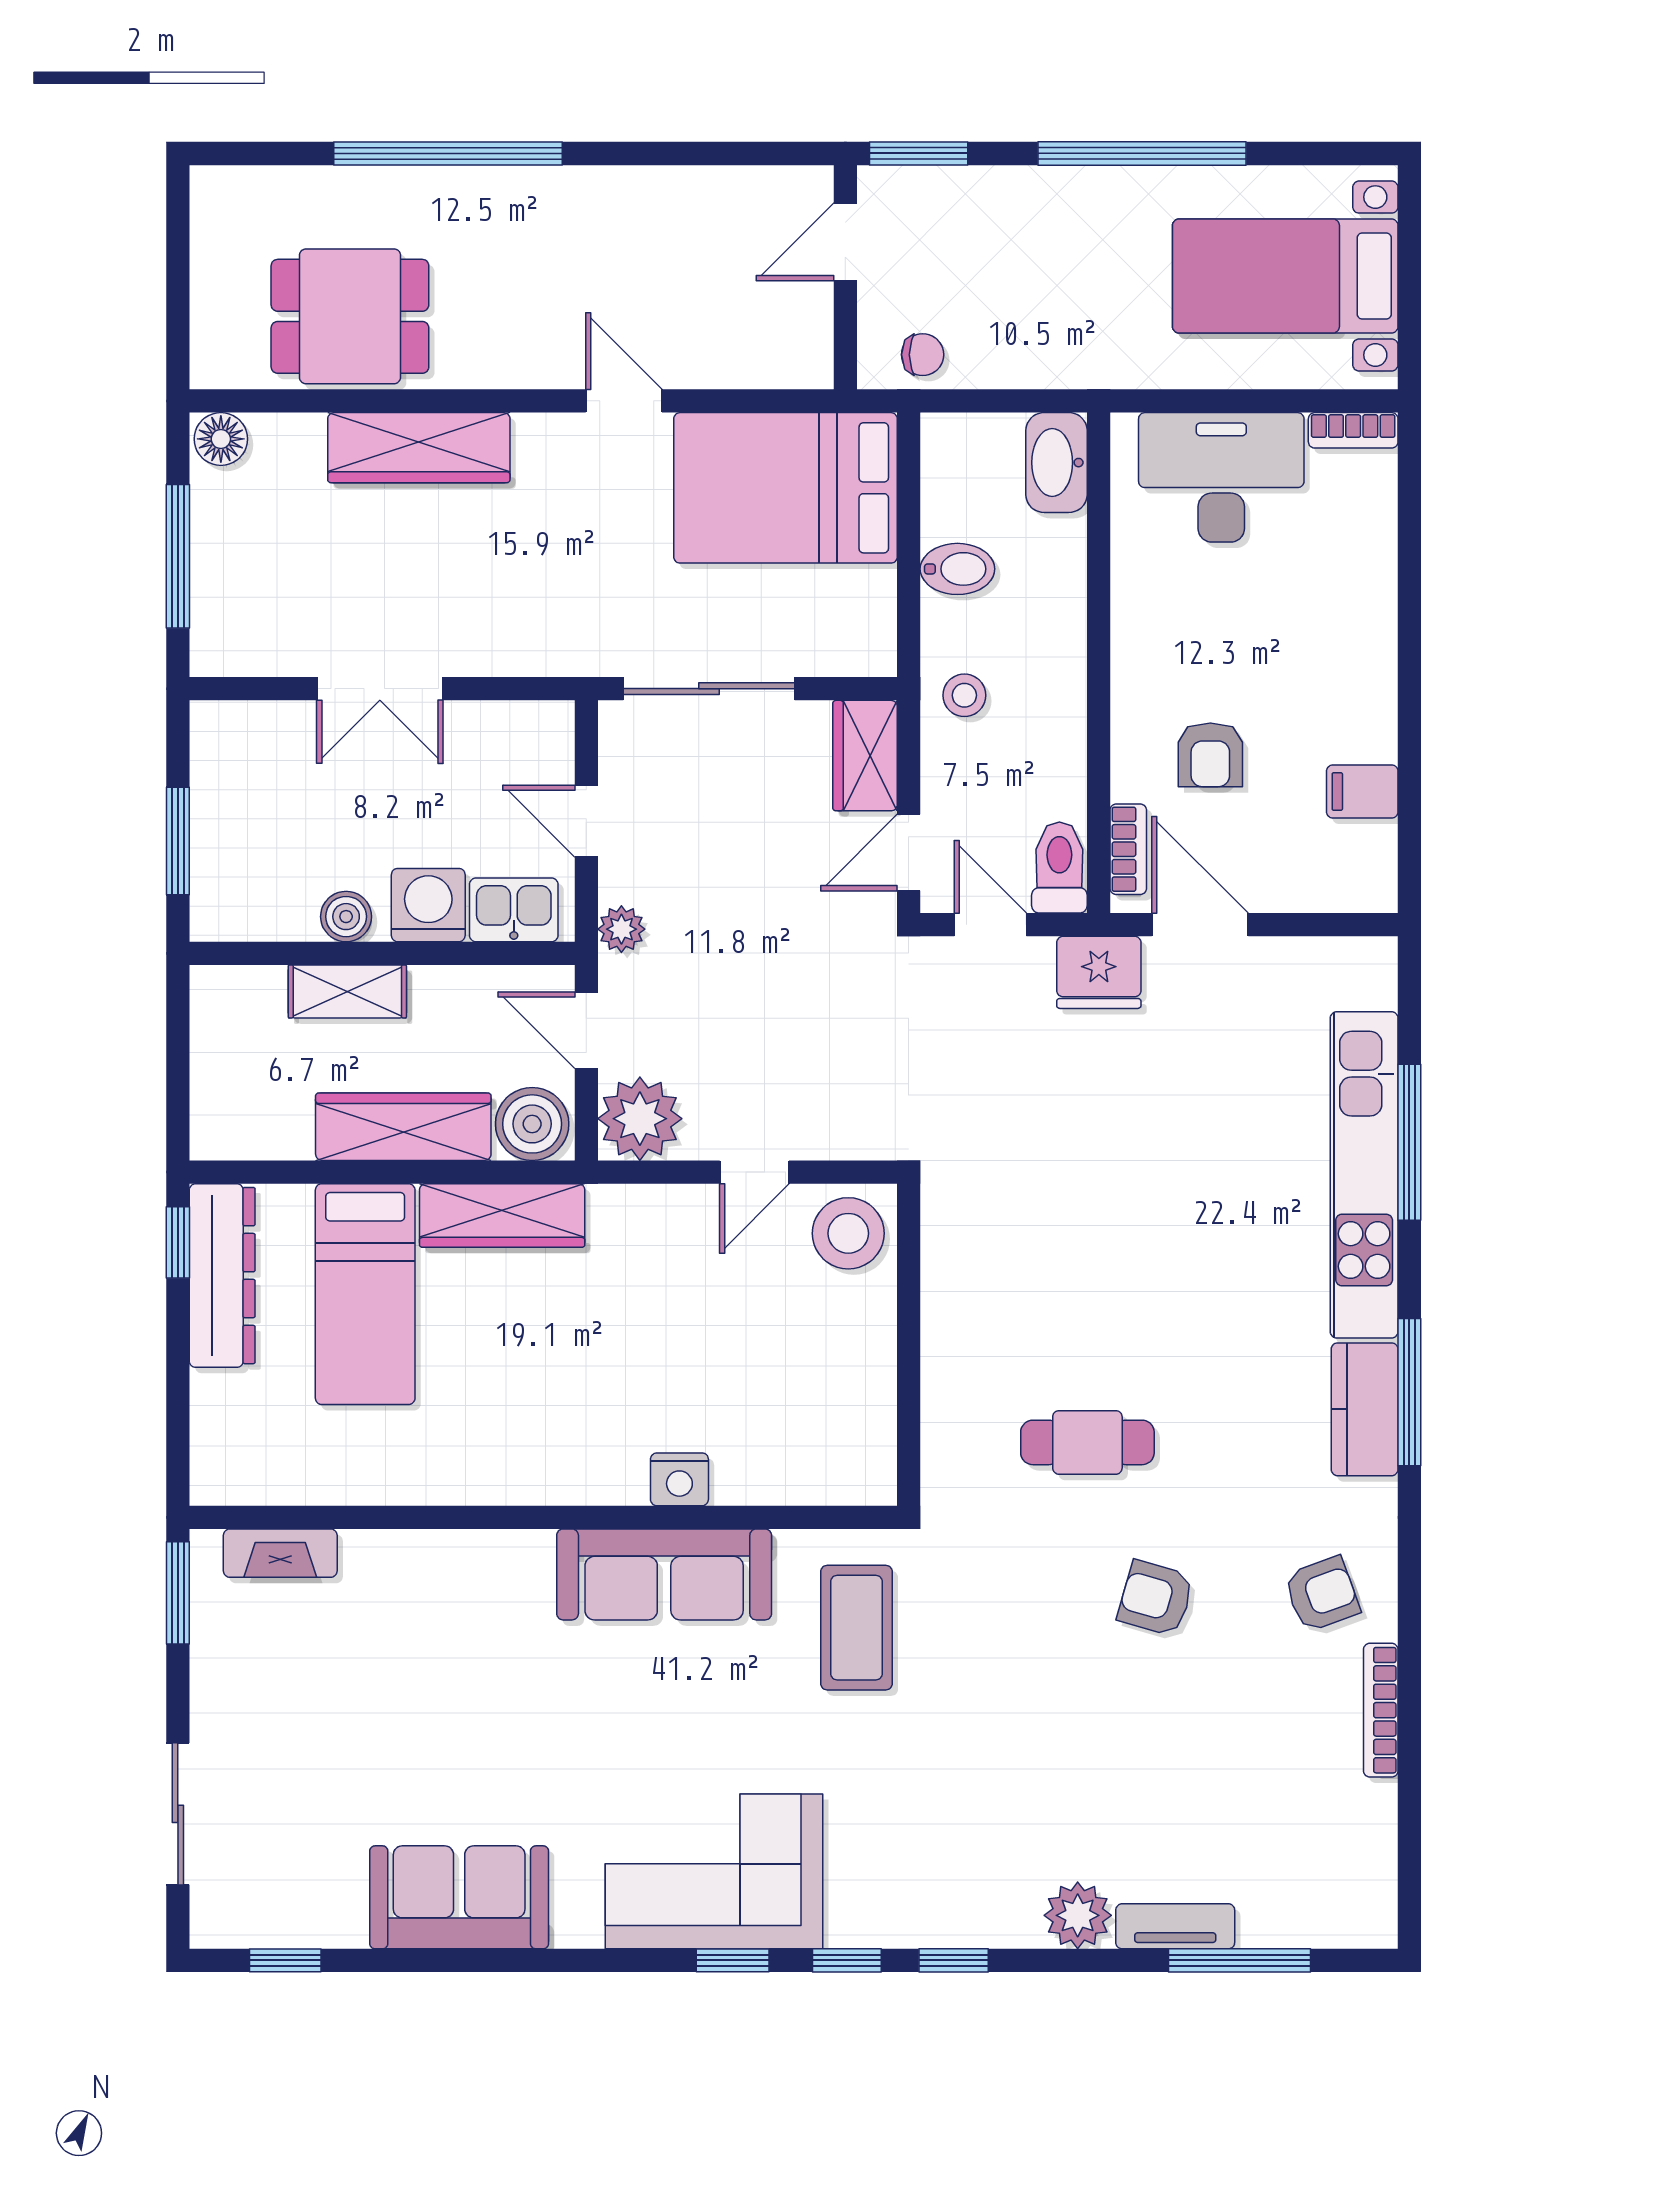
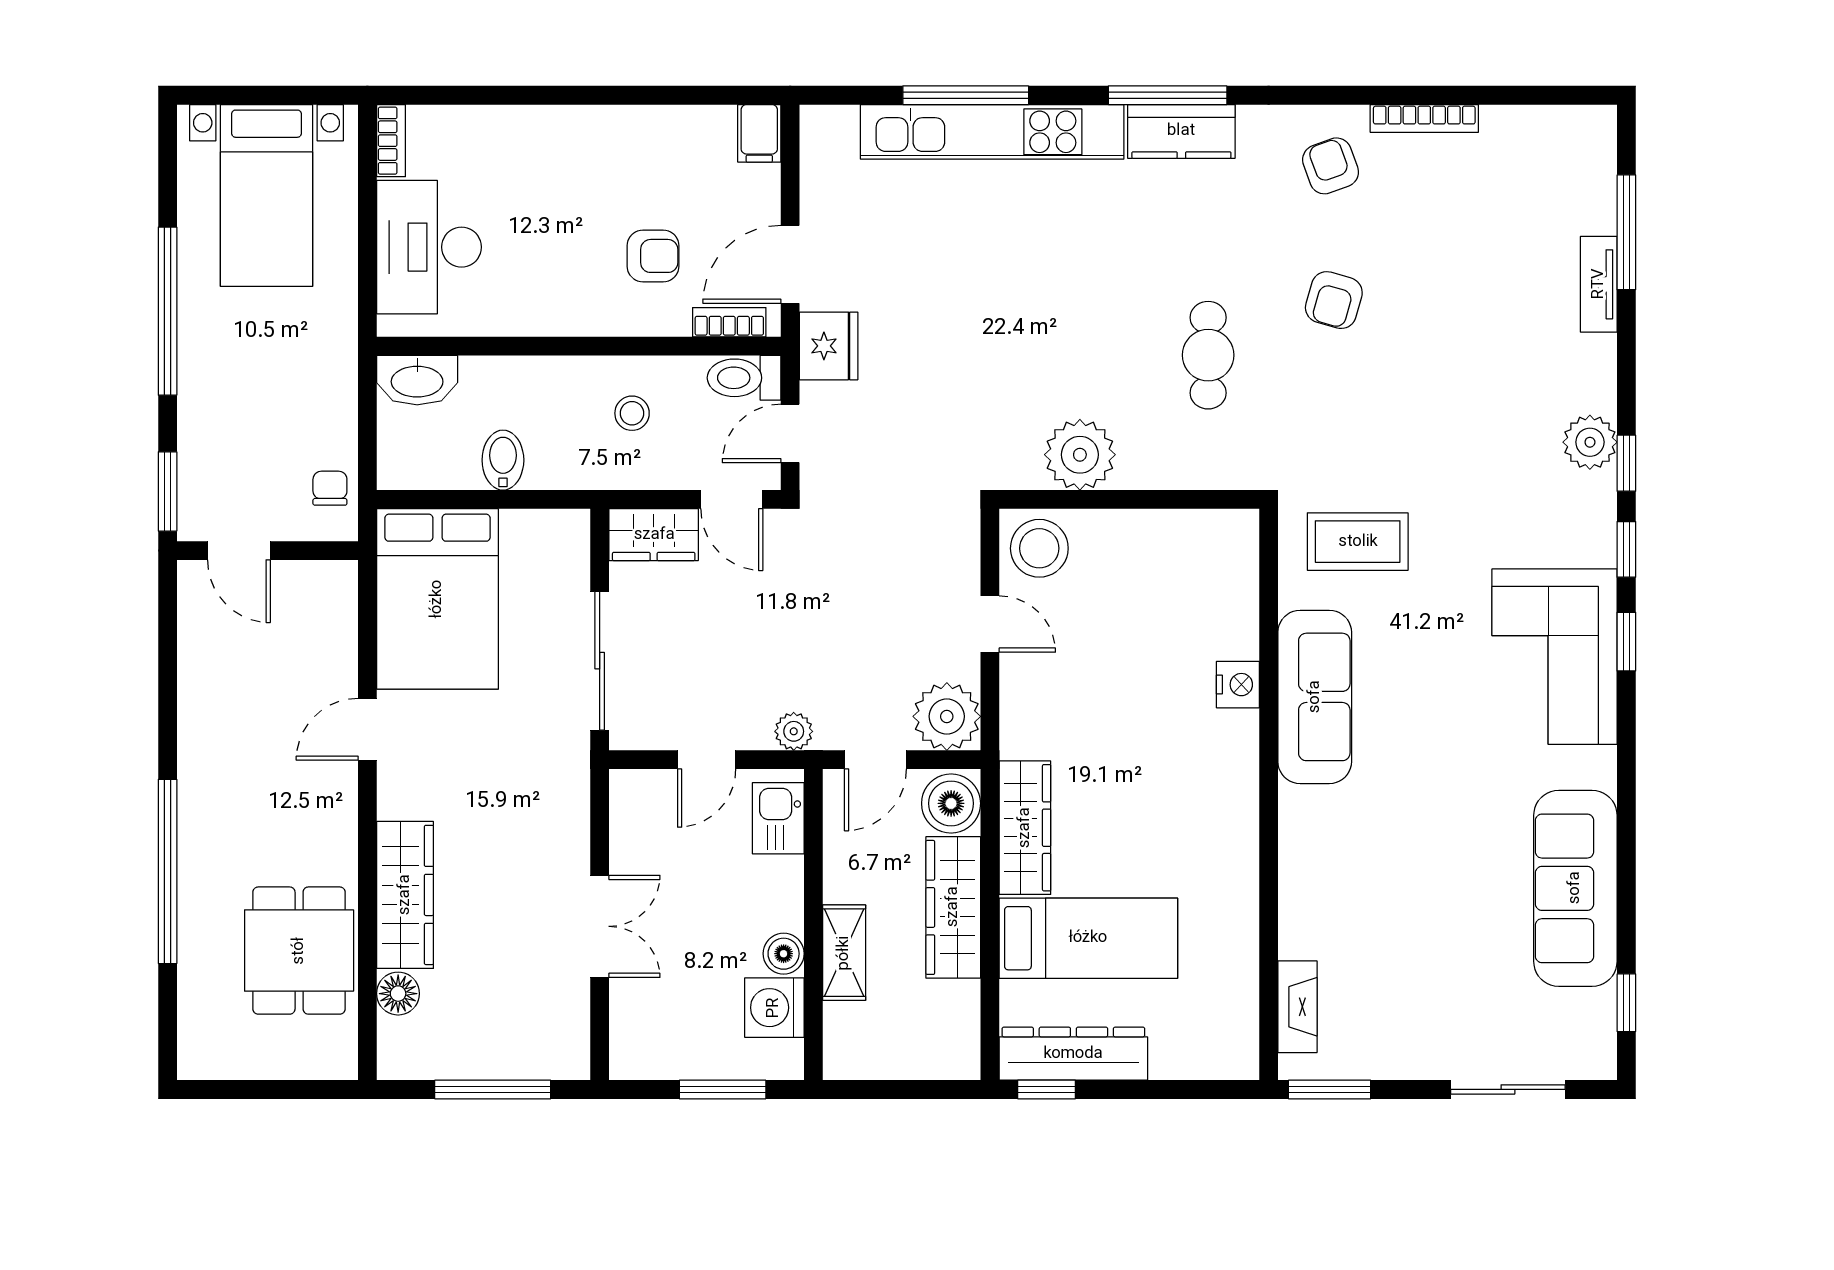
floor lamp: (221, 439) -> (398, 994), moved
stool: (964, 695) -> (632, 413), moved
filing cabinet: (1362, 792) -> (759, 133), moved
washing machine: (428, 905) -> (774, 1008), moved
plant: (964, 1284) -> (1080, 455), added
sofa: (459, 1897) -> (1575, 888), width x1.36
plant: (1078, 1915) -> (1590, 442), moved

